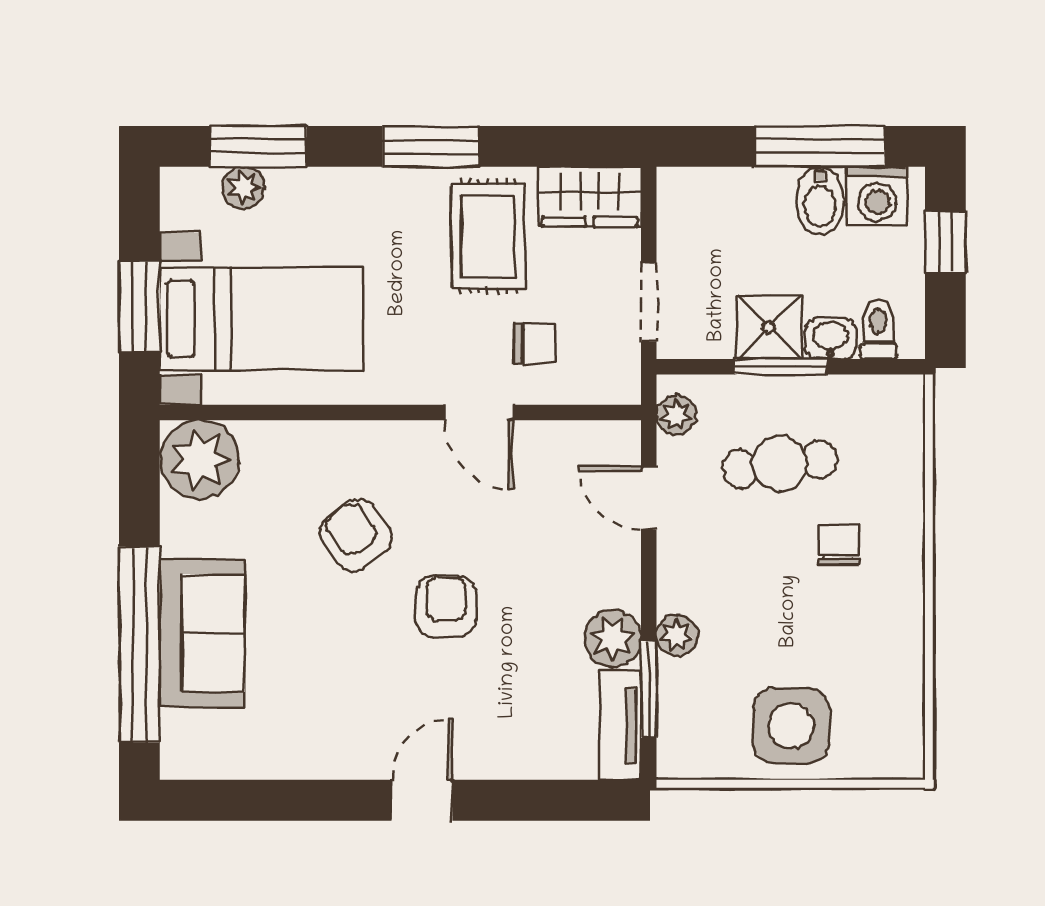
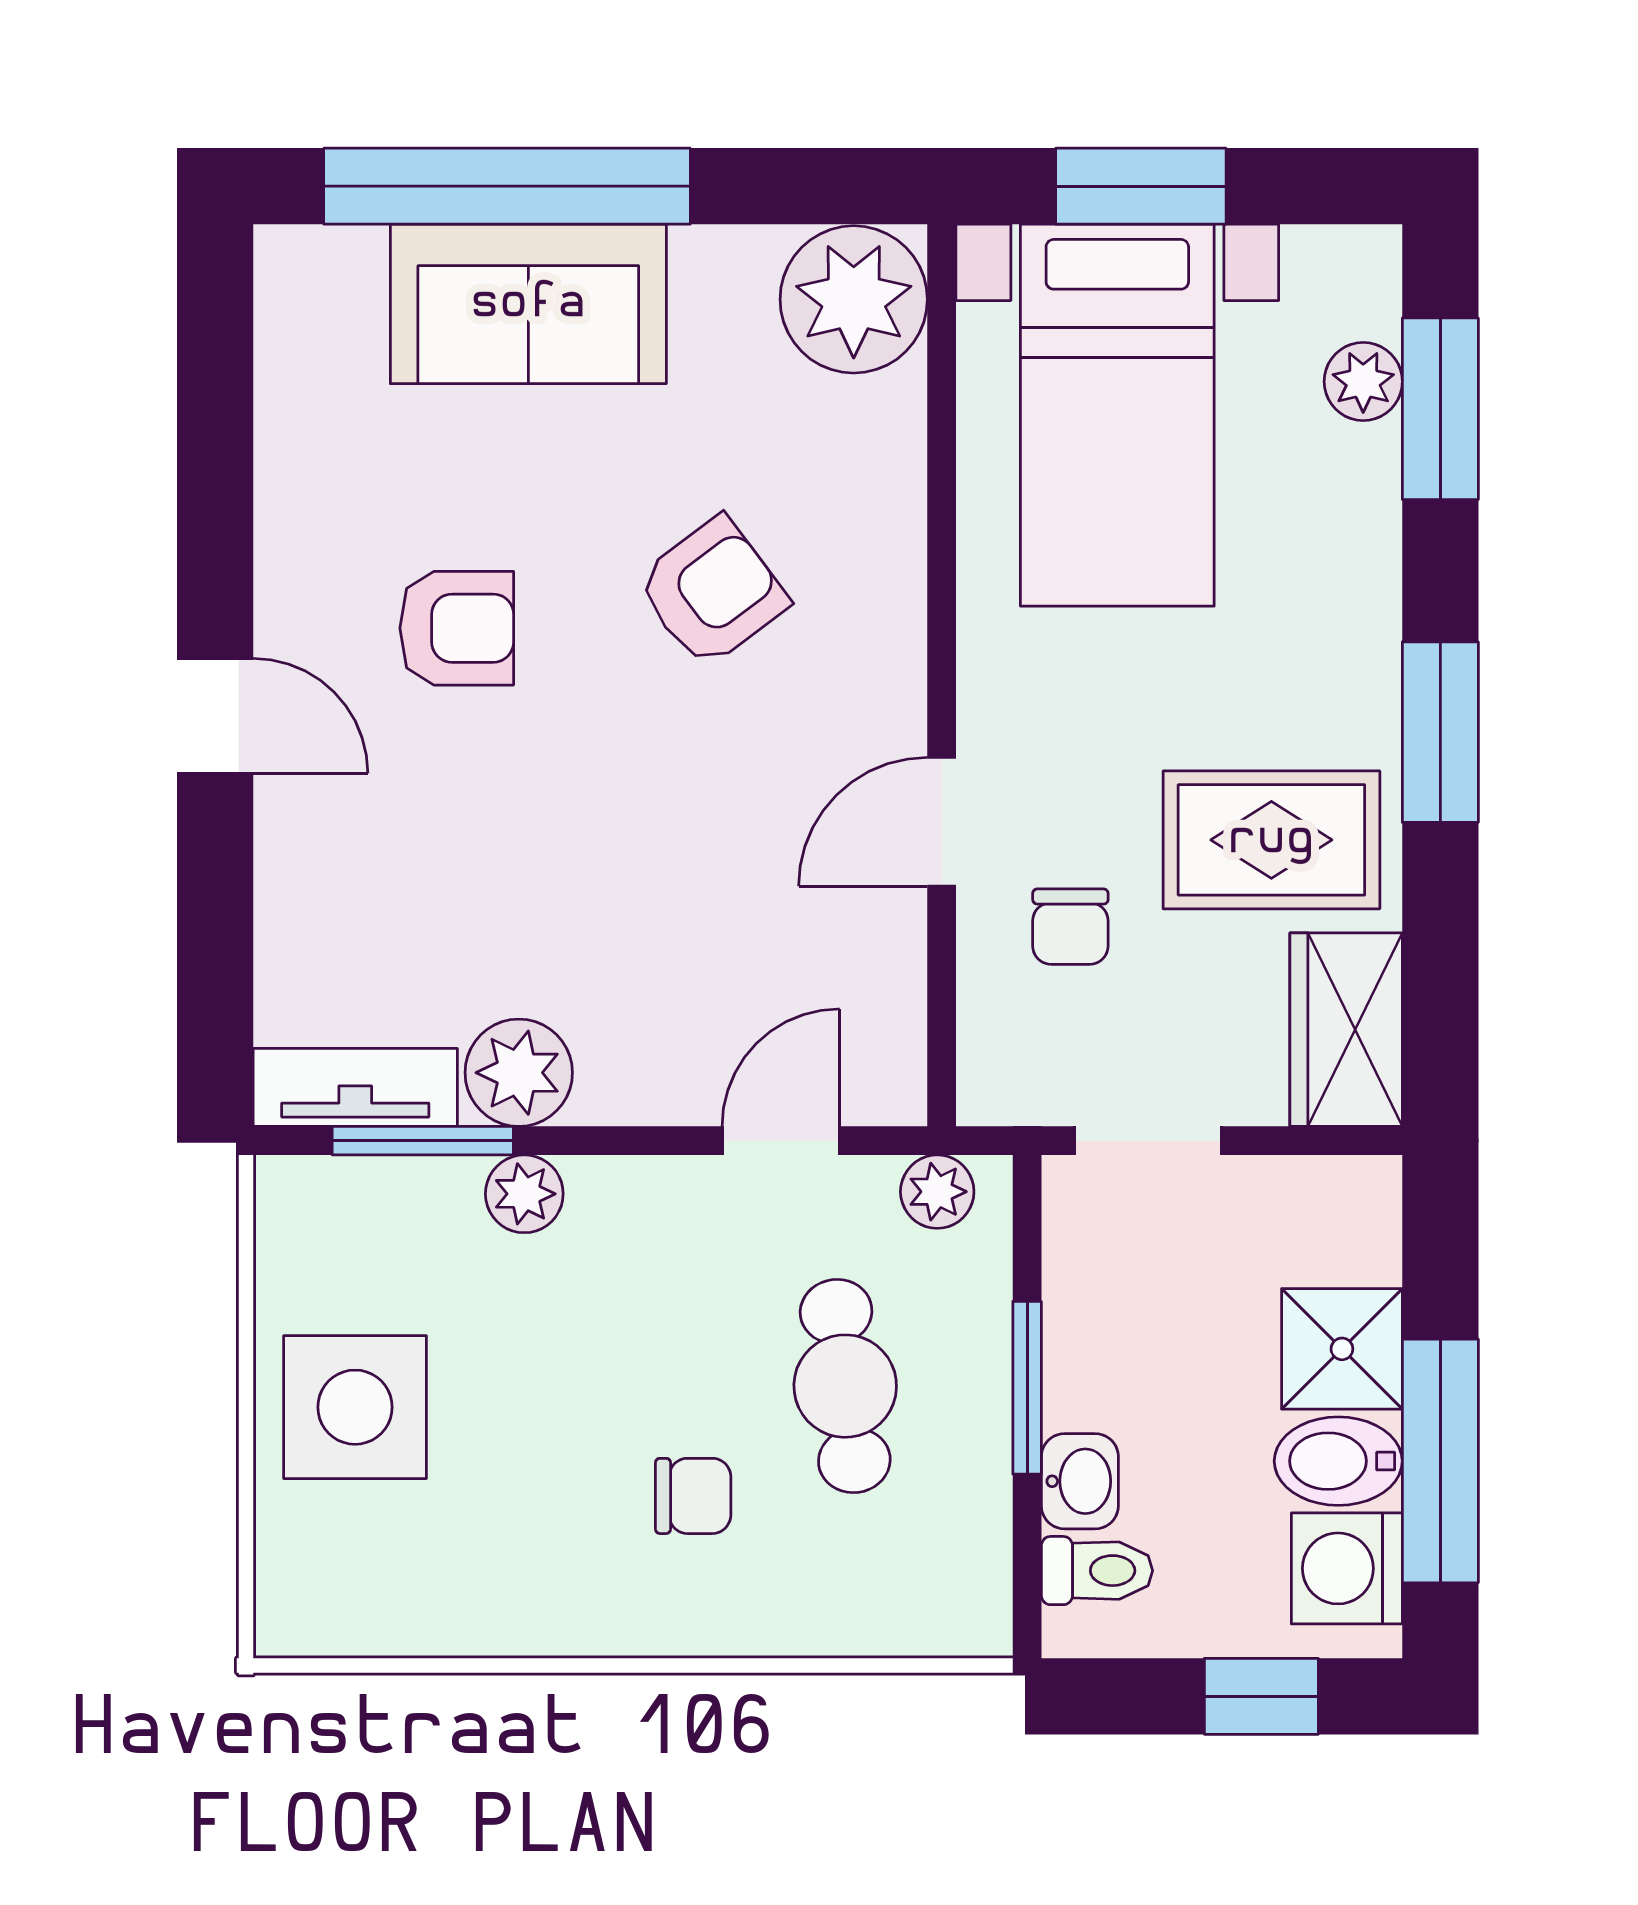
shower: (769, 327) -> (1342, 1349), moved
armchair: (446, 606) -> (457, 628), moved

